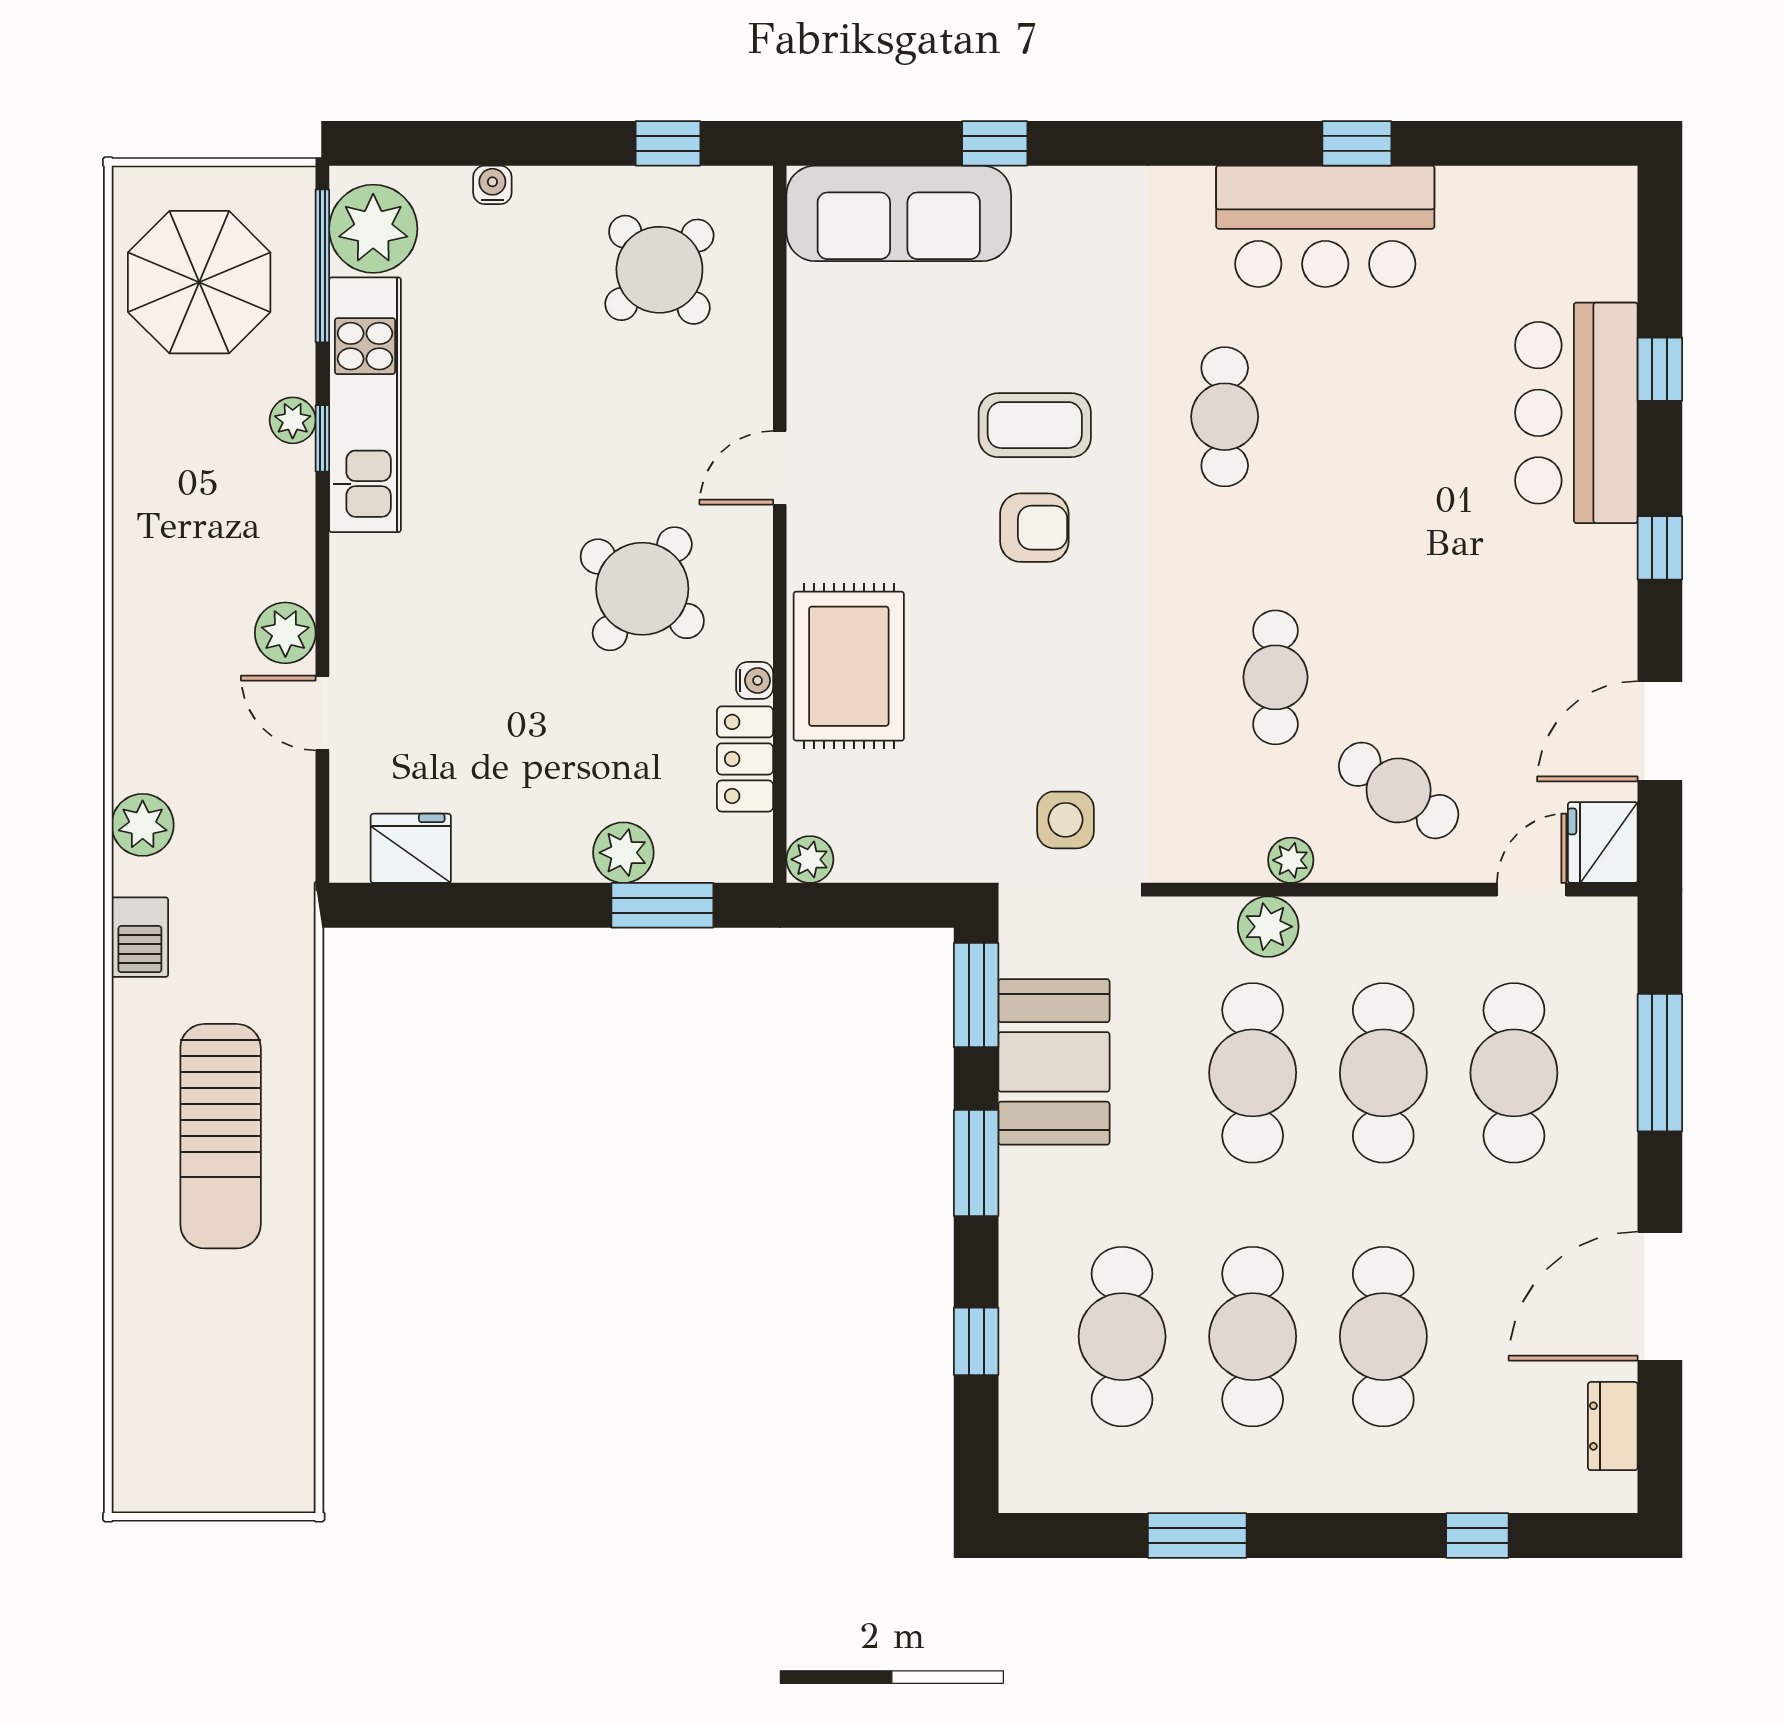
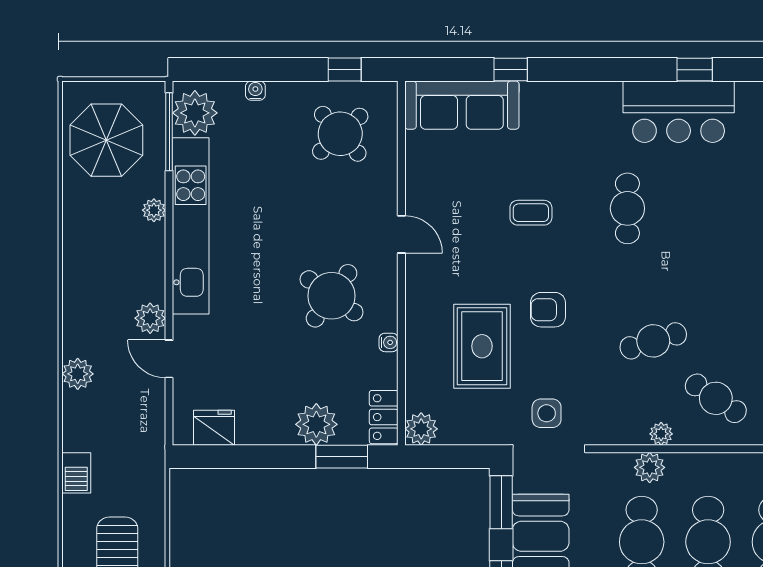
kitchen unit: (365, 405) -> (191, 226), width x1.36
coffee table: (1035, 425) -> (531, 213), width x0.73, depth x0.77
window: (322, 438) -> (169, 219), removed
door: (780, 468) -> (401, 234), swing flipped
armchair: (1034, 528) -> (548, 310), moved, turned 180
rug: (849, 666) -> (482, 346), moved
cafe table: (1275, 677) -> (653, 341), turned 73
locker: (745, 759) -> (384, 417), moved
plant: (143, 825) -> (78, 374), moved
plant: (623, 853) -> (316, 424), width x1.36, depth x1.36
plant: (810, 859) -> (421, 429), width x1.38, depth x1.38

